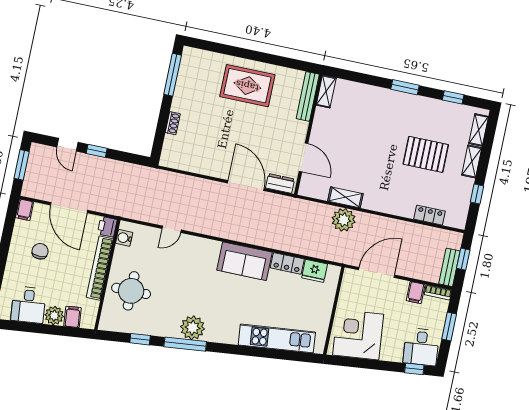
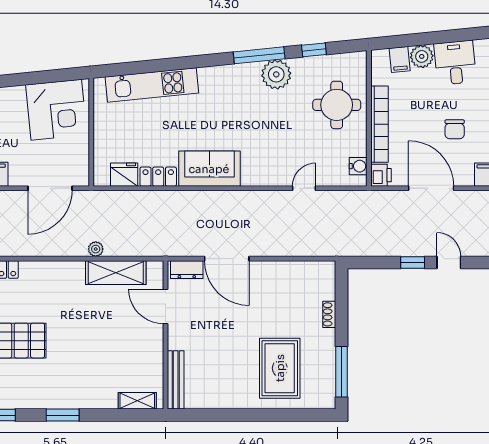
rug: (247, 86) -> (280, 368), moved, turned 90
shelving: (326, 91) -> (137, 401), moved, turned 90
shelving: (345, 197) -> (116, 273), width x1.50, depth x1.33
plant: (344, 220) -> (96, 249), width x0.53, depth x0.53
plant: (193, 328) -> (276, 74), moved

